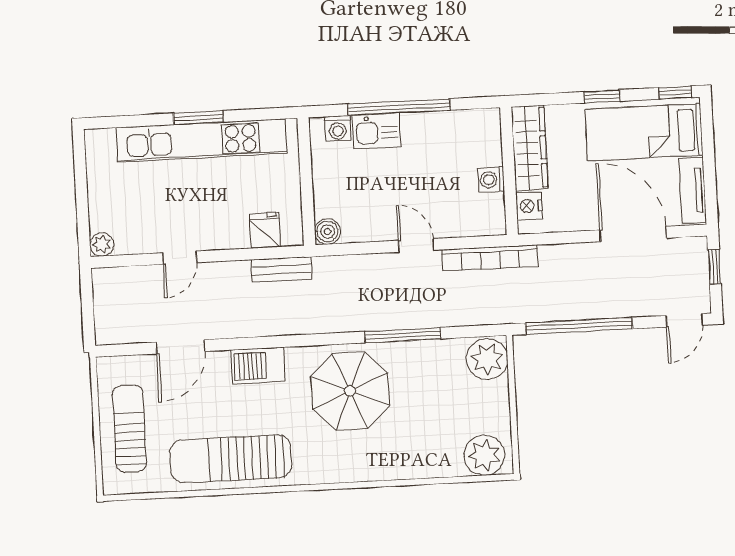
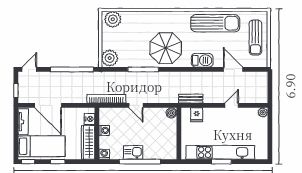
washing machine: (338, 128) -> (104, 154), moved
kitchen sink: (376, 131) -> (133, 152), moved
door: (181, 347) -> (233, 69), hinge flipped

